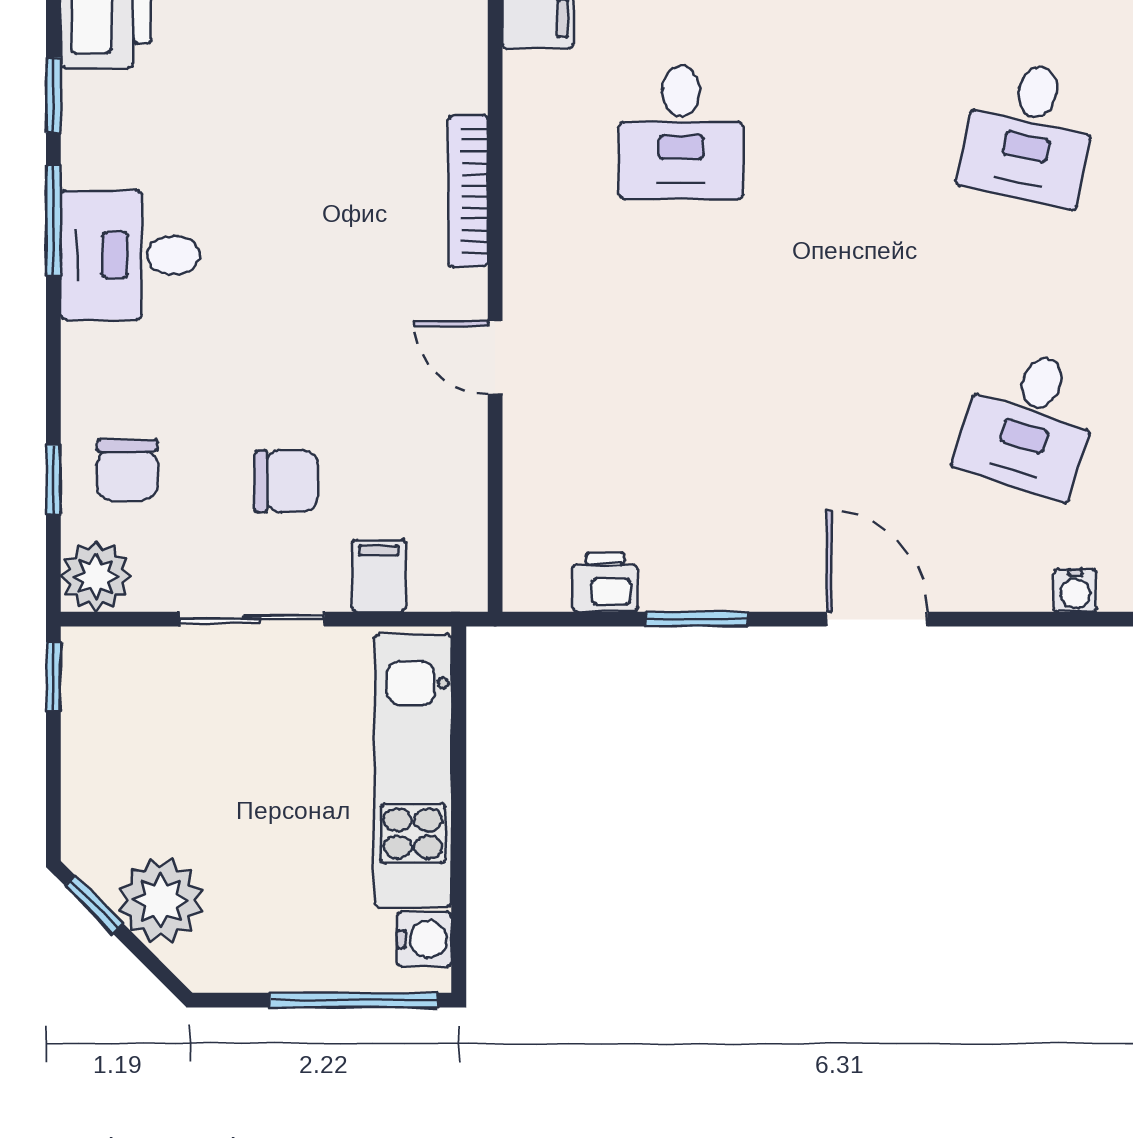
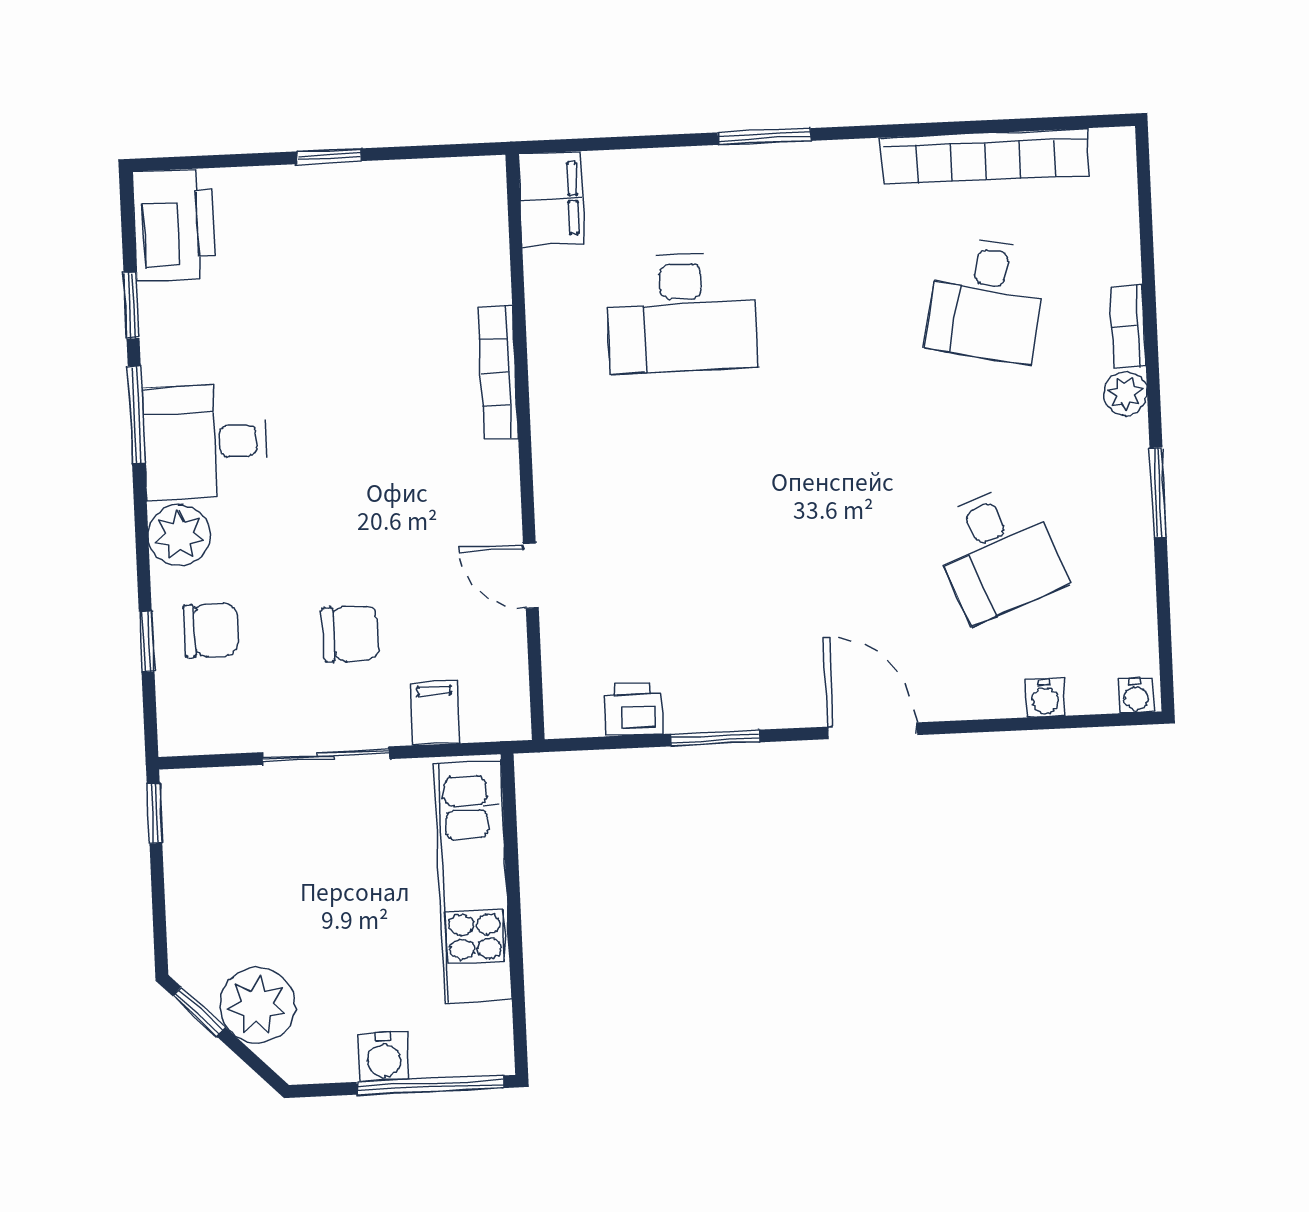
desk: (681, 132) -> (682, 313), width x1.37
door: (495, 358) -> (531, 576), moved
desk: (1029, 422) -> (998, 552), turned -39
chair: (127, 470) -> (211, 630), turned -90
plant: (96, 577) -> (179, 535), moved
water cooler: (424, 939) -> (384, 1057), moved, turned 90

